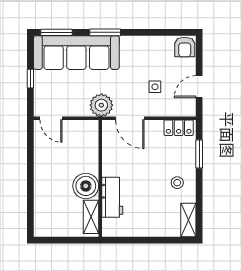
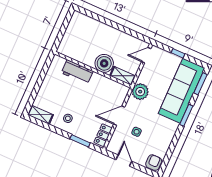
armchair: (185, 47) -> (154, 163), turned 90
door: (130, 118) -> (119, 116), moved
boiler: (86, 186) -> (104, 63), moved
shelving: (91, 217) -> (123, 76), moved

